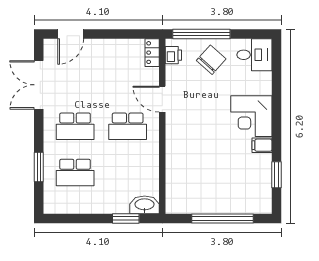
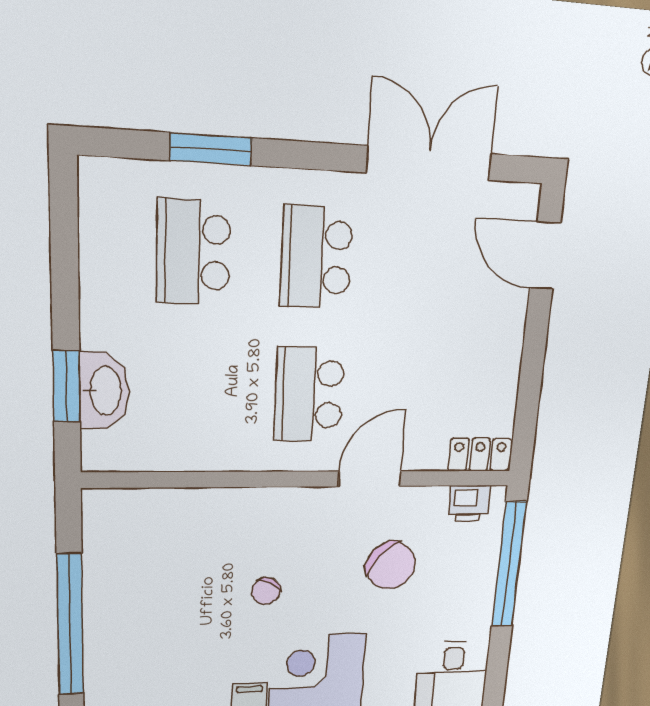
chair: (211, 60) -> (391, 565), moved
chair: (210, 140) -> (266, 591), added
washbasin: (145, 205) -> (104, 391), moved

